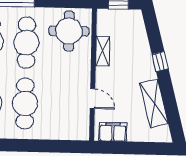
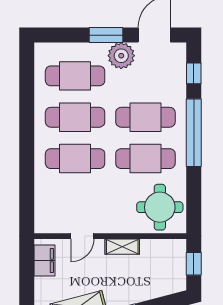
shelving: (103, 51) -> (122, 247), moved

